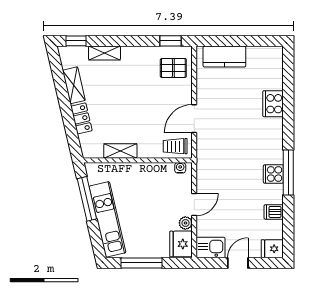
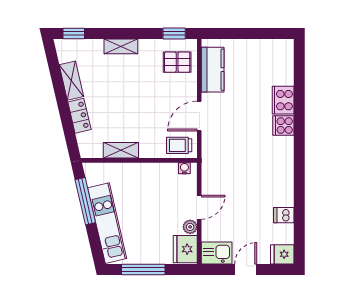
shelving: (105, 53) -> (121, 46), moved
kitchen counter: (224, 57) -> (213, 70), moved, turned -90
window: (288, 173) -> (299, 173), removed
cooker: (273, 174) -> (283, 126), moved

